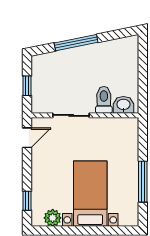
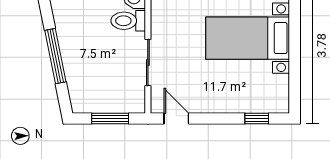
window: (27, 86) -> (110, 118), width x1.50
plant: (53, 218) -> (278, 86), removed

